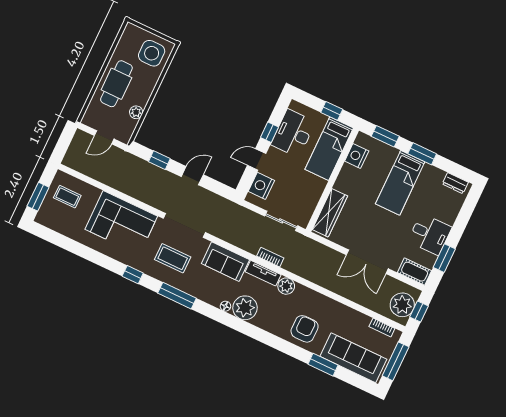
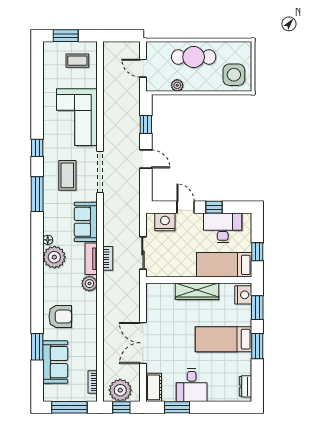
nightstand: (357, 156) -> (243, 295), moved, turned 90
coffee table: (67, 197) -> (77, 61), turned 90
wardrobe: (330, 213) -> (197, 291), moved
sofa: (353, 358) -> (55, 362), width x0.73

